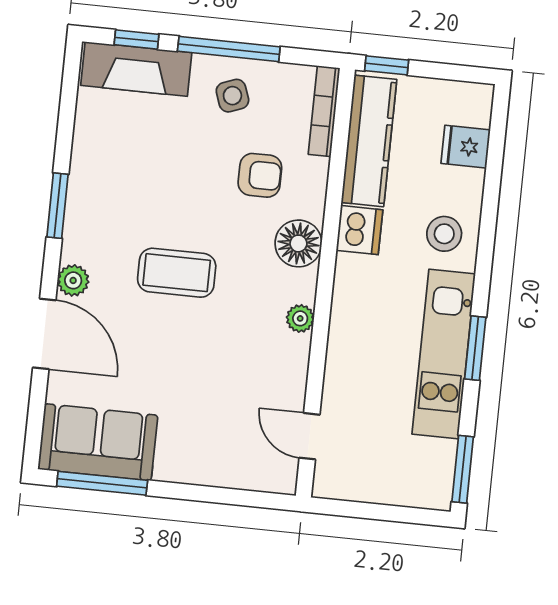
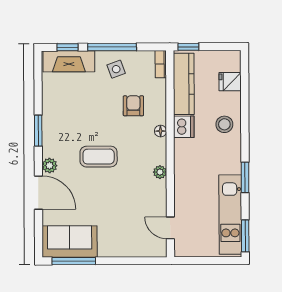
bookcase: (324, 111) -> (161, 64), width x0.64
armchair: (260, 175) -> (133, 106), turned -90
floor lamp: (298, 243) -> (161, 131), width x0.53, depth x0.53
kitchen unit: (444, 354) -> (230, 215), moved

